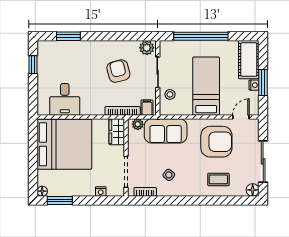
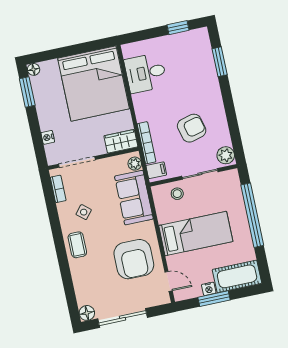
coffee table: (218, 179) -> (77, 245), moved

